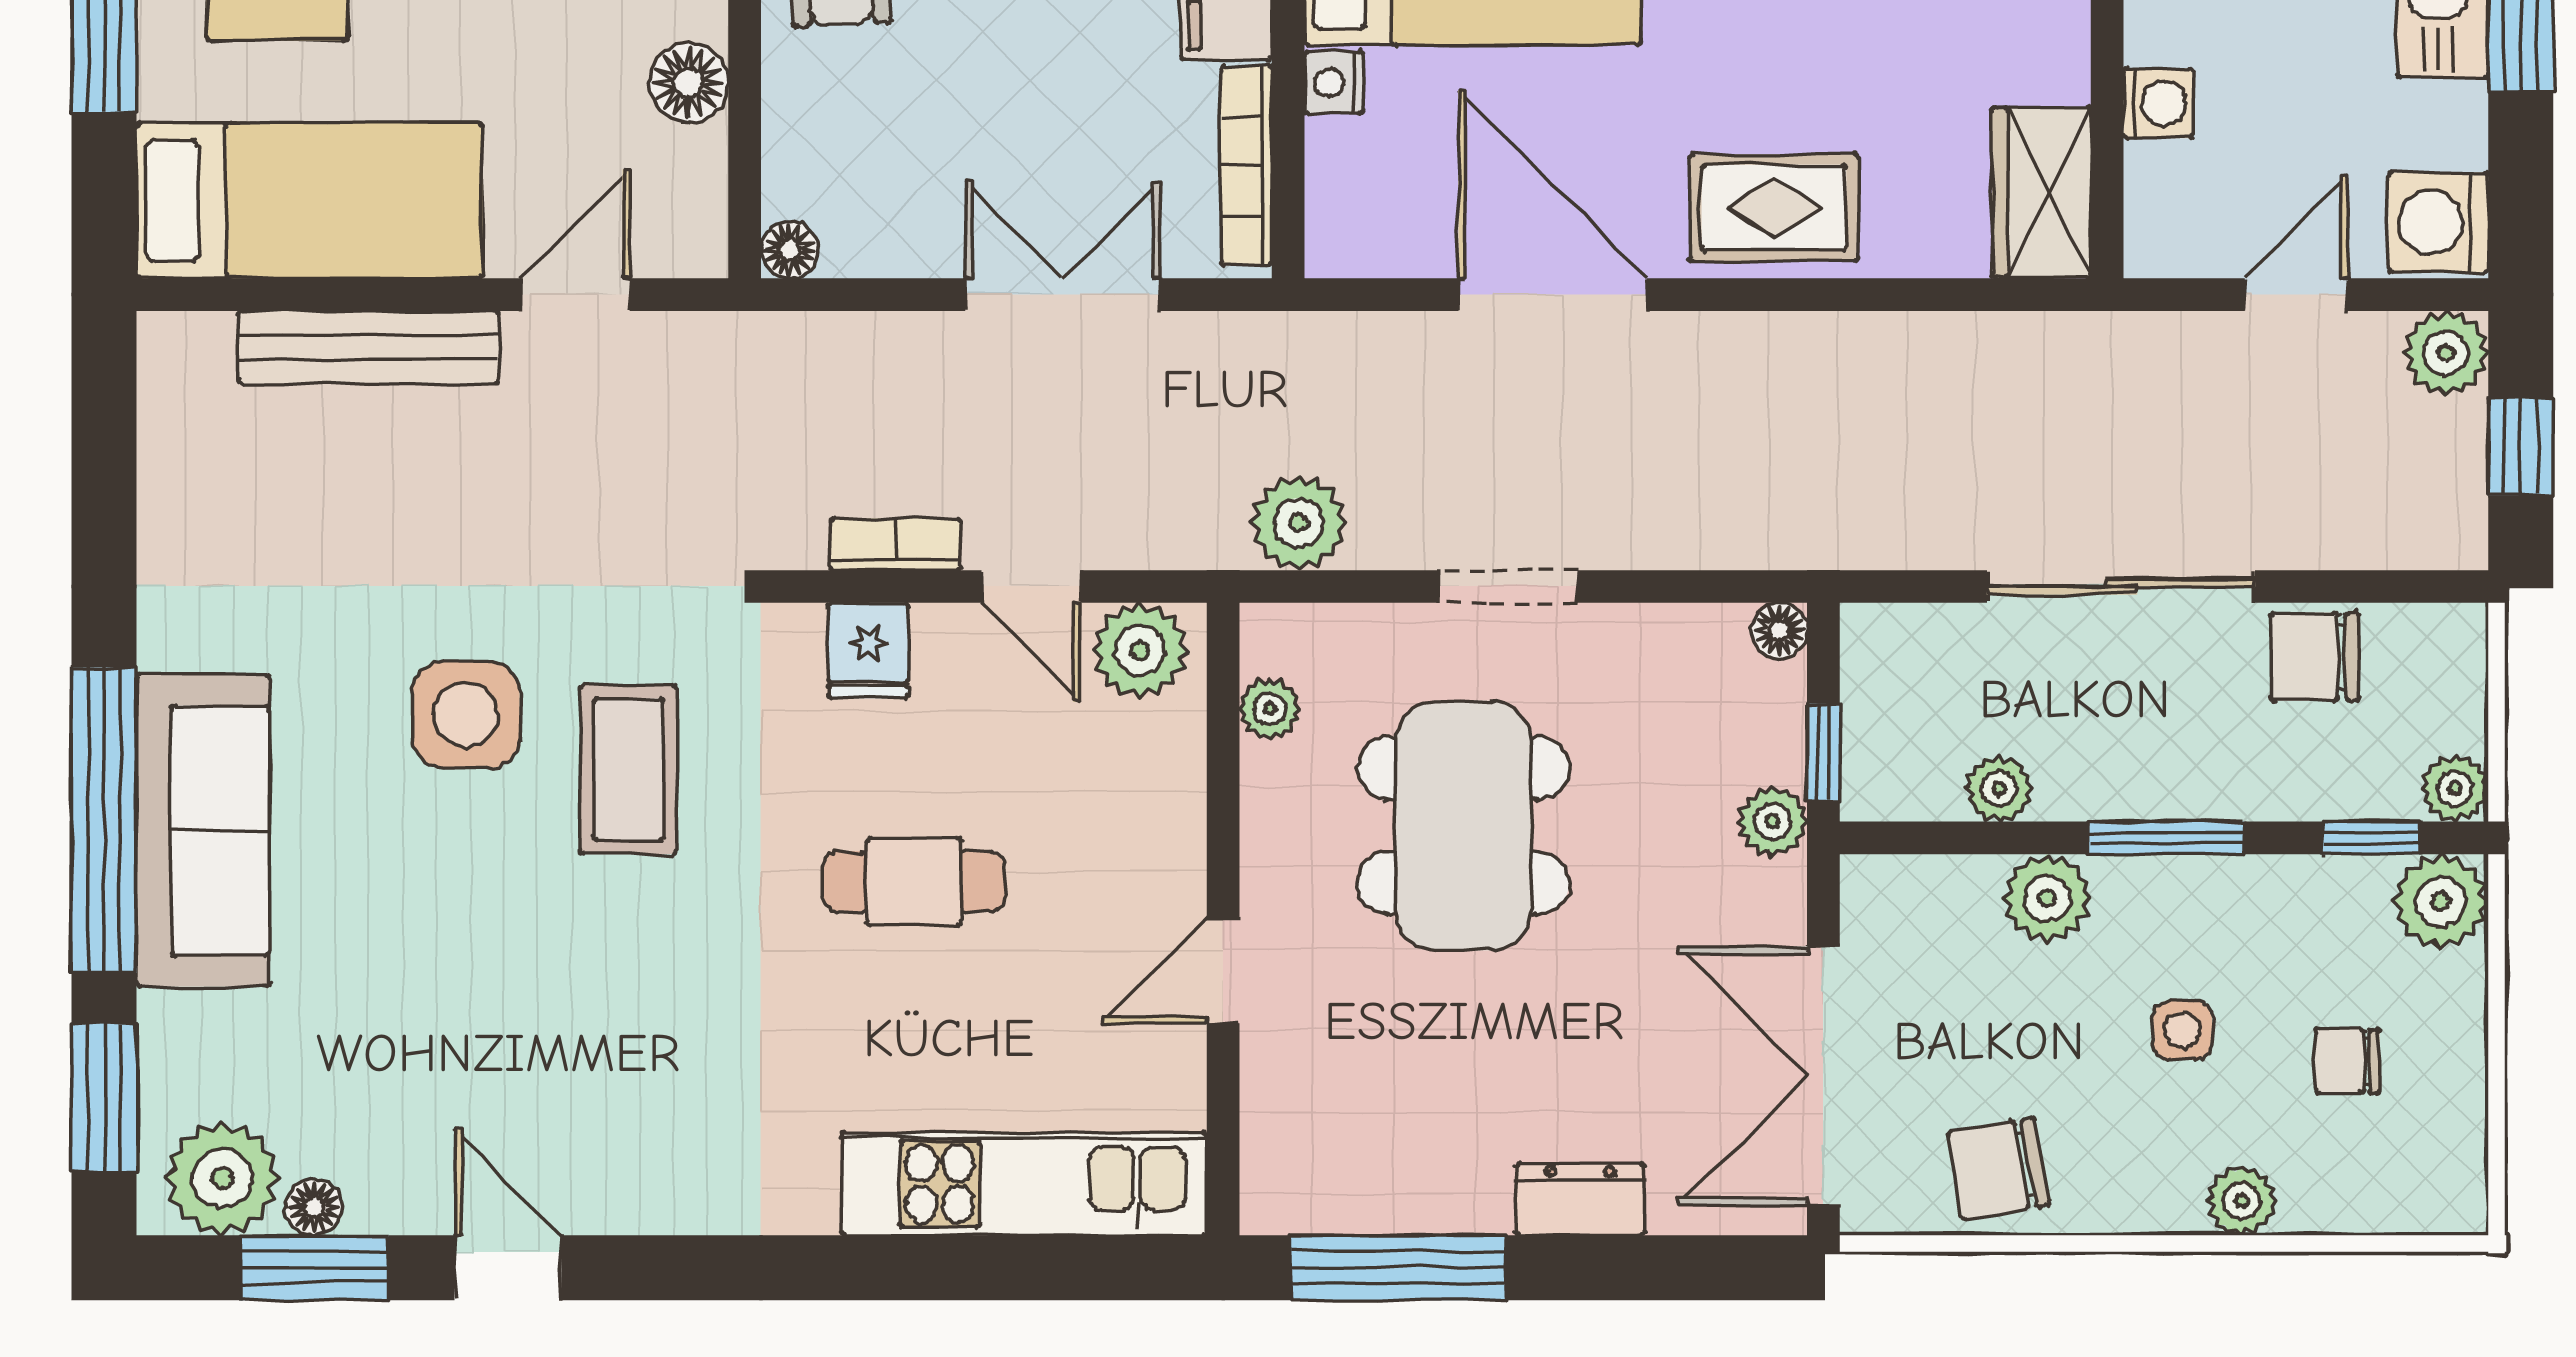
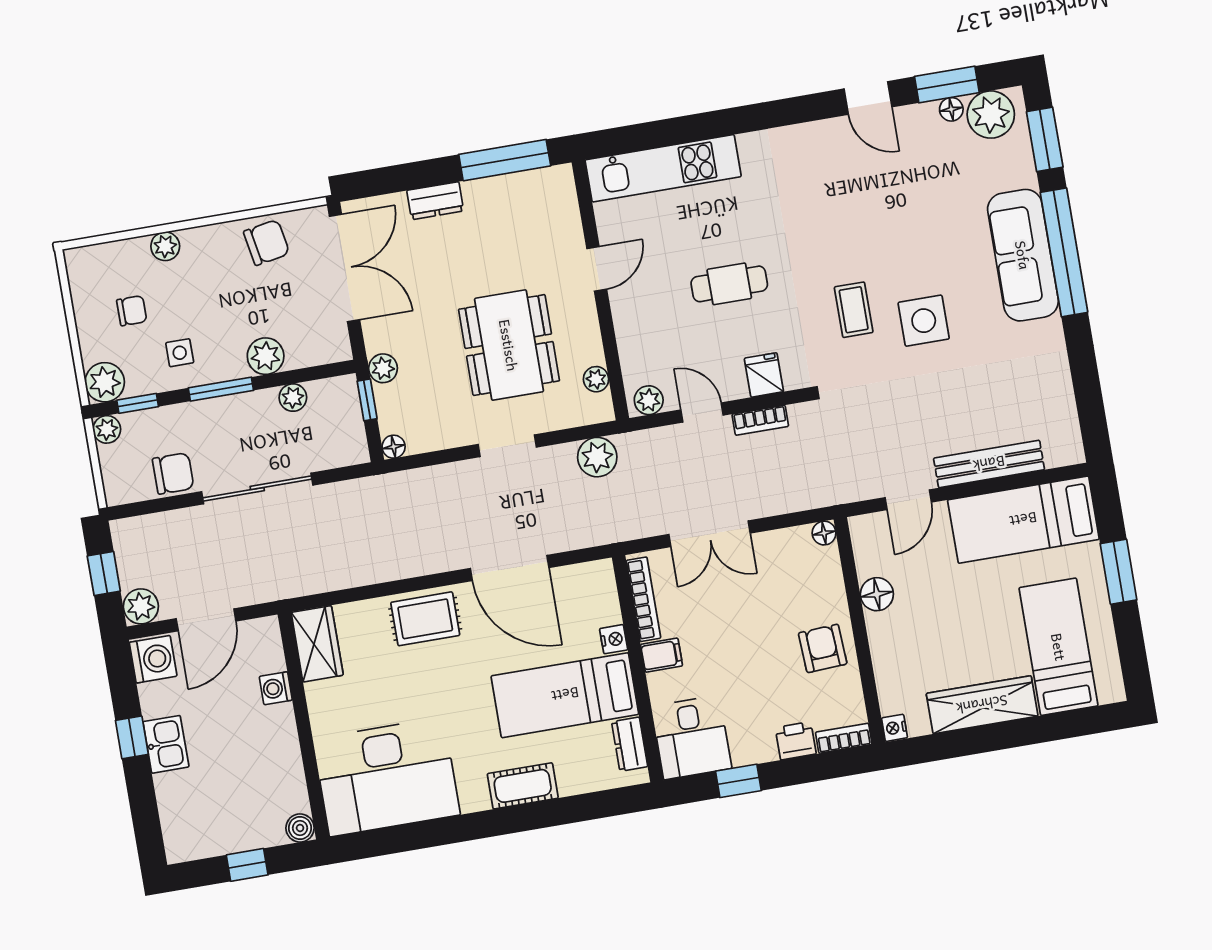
door: (2296, 295) -> (206, 620), width x1.38
plant: (1140, 650) -> (649, 400), width x0.73, depth x0.73
coffee table: (628, 769) -> (854, 310), width x0.73, depth x0.77
side table: (2182, 1030) -> (180, 353), moved

